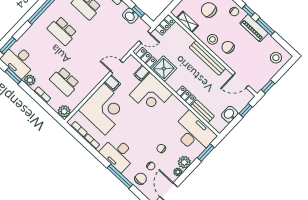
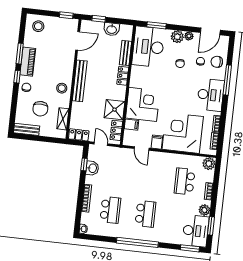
chair: (228, 47) -> (59, 71), removed
door: (241, 80) -> (78, 41), hinge flipped
school desk: (65, 81) -> (185, 181), turned 180

